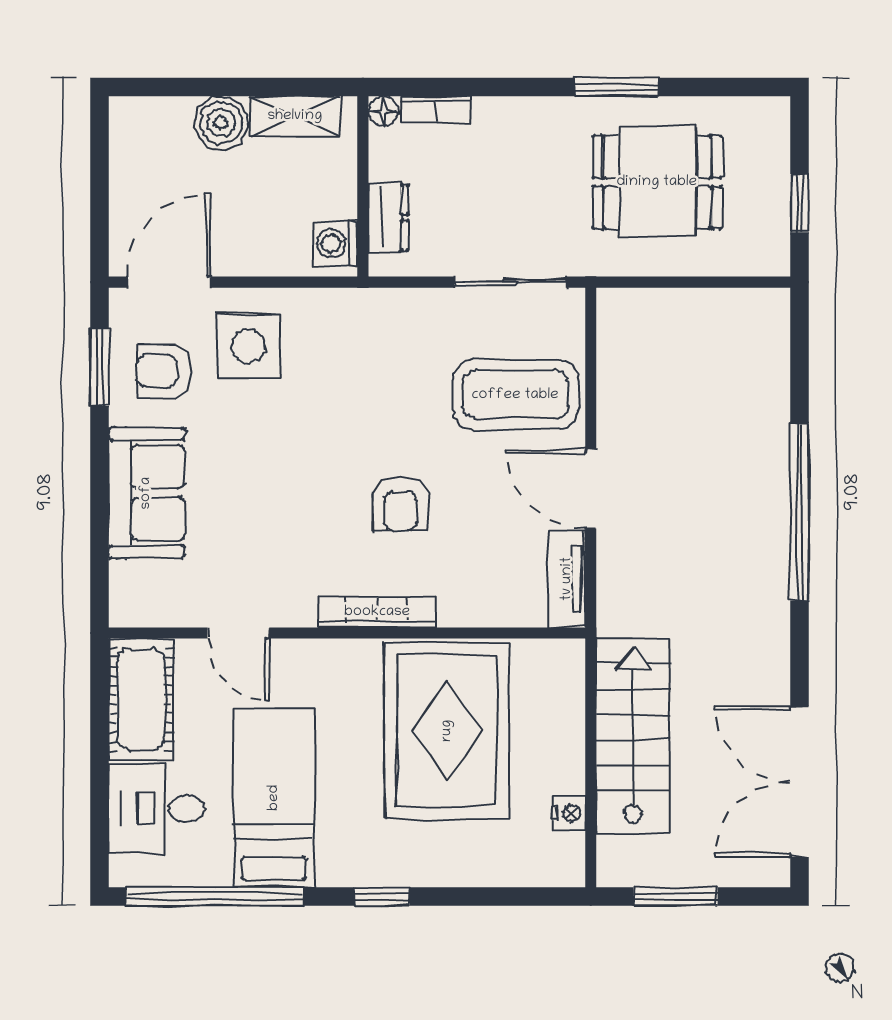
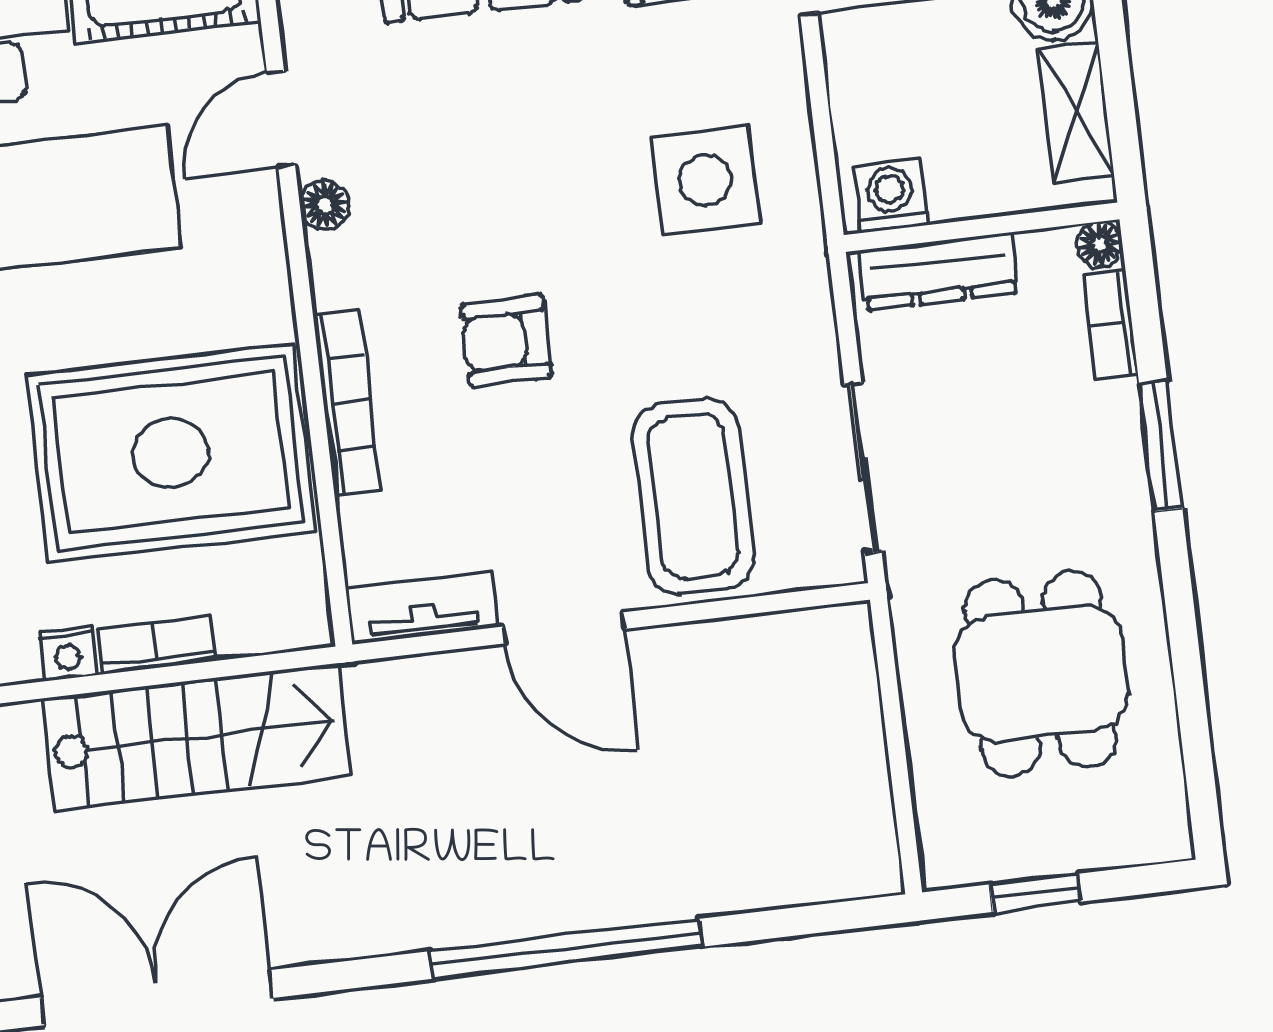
window: (616, 87) -> (1161, 446), moved
dresser: (388, 217) -> (939, 271), width x1.44
side table: (248, 346) -> (705, 180), moved
door: (591, 489) -> (564, 628), swing flipped
floor lamp: (298, 611) -> (325, 205), added
bookcase: (377, 612) -> (347, 402), moved
bookcase: (570, 755) -> (156, 645), added

